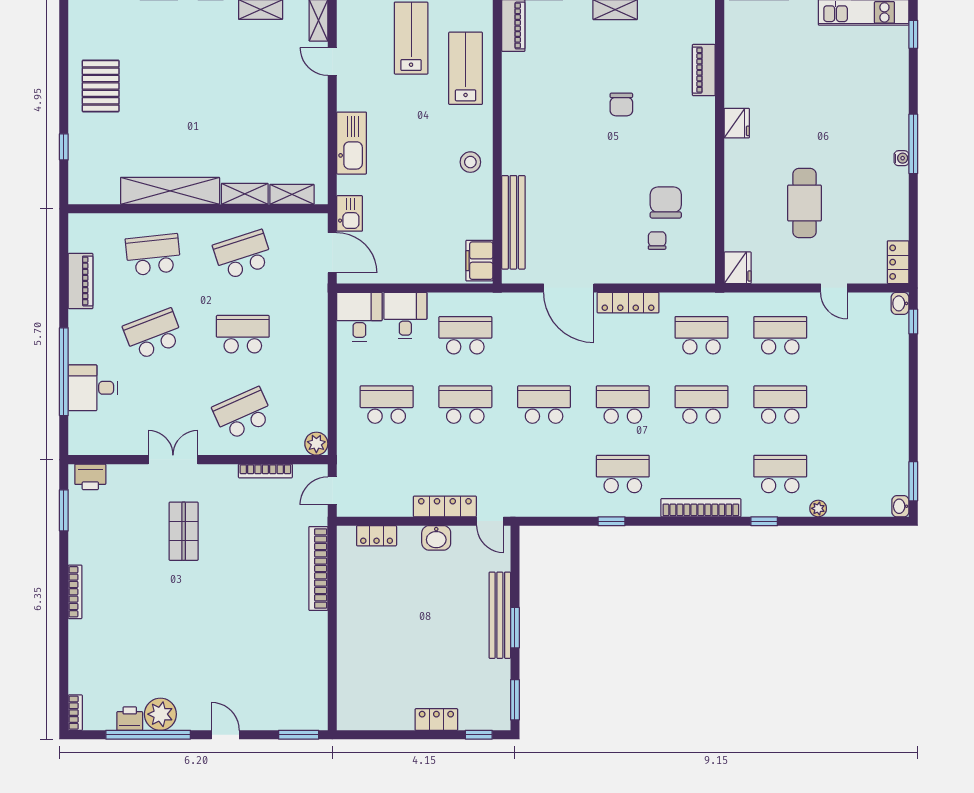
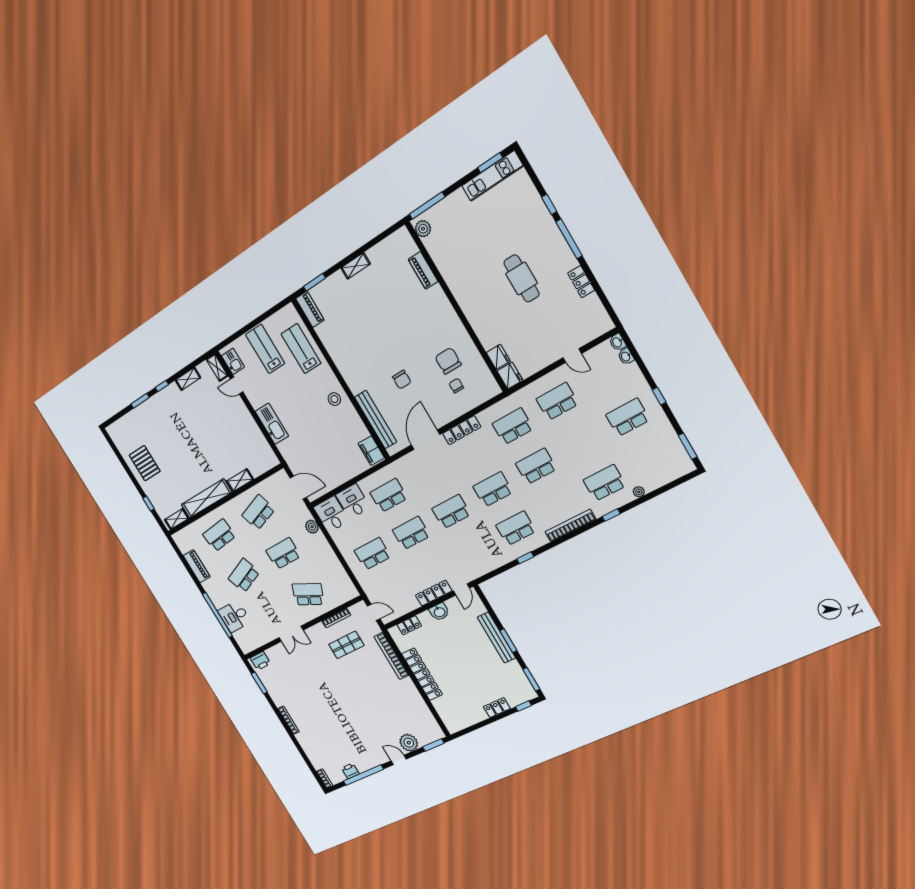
plant: (736, 19) -> (423, 229), added
window: (913, 34) -> (549, 204), moved
chair: (621, 104) -> (402, 380), moved
fridge: (737, 123) -> (498, 357), moved
water cooler: (901, 158) -> (567, 252), removed
shelving: (292, 194) -> (177, 519), moved
cafe table: (804, 203) -> (522, 278), moved
kitchen sink: (350, 213) -> (233, 361), moved
locker: (898, 262) -> (581, 282), moved
door: (569, 288) -> (426, 440), swing flipped
window: (913, 322) -> (659, 396), moved
school desk: (780, 405) -> (628, 417), moved
school desk: (243, 414) -> (308, 594), turned 48
plant: (316, 444) -> (312, 527), moved
double door: (173, 460) -> (291, 634), swing flipped
door: (332, 491) -> (374, 612), swing flipped
washbasin: (900, 506) -> (626, 356), moved
door: (490, 521) -> (461, 589), hinge flipped
shop shelf: (184, 531) -> (346, 645), moved, turned 90
locker: (350, 618) -> (422, 674), added
plant: (160, 714) -> (409, 743), moved

